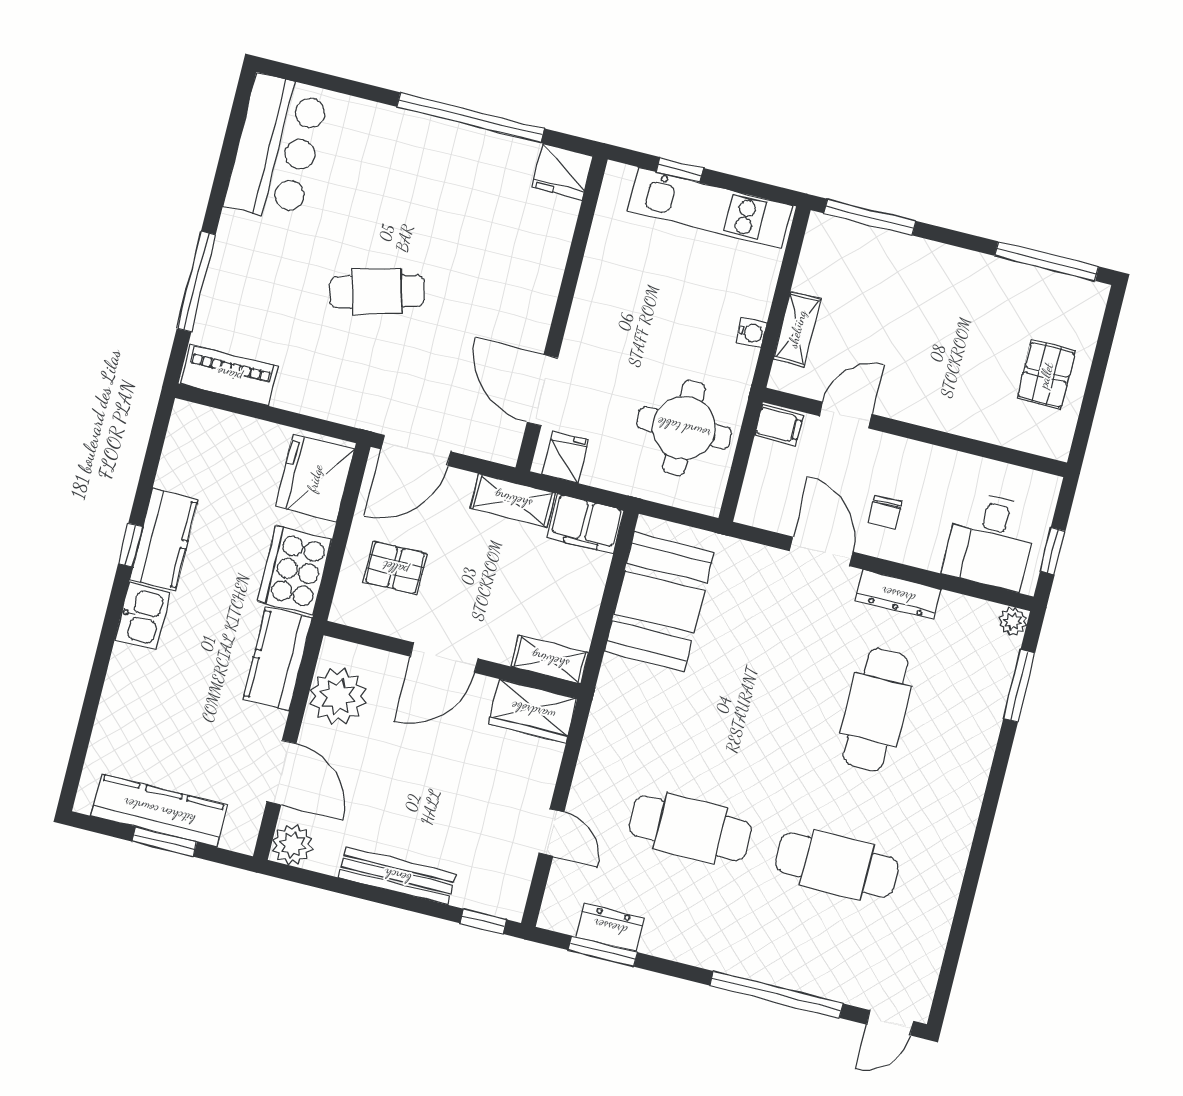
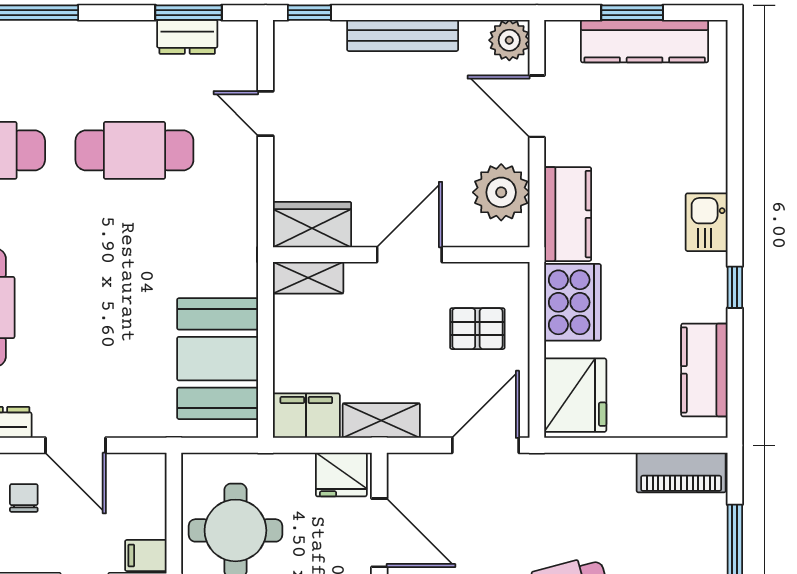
fridge: (566, 457) -> (341, 475), width x1.38
kitchen counter: (164, 540) -> (704, 370), moved

